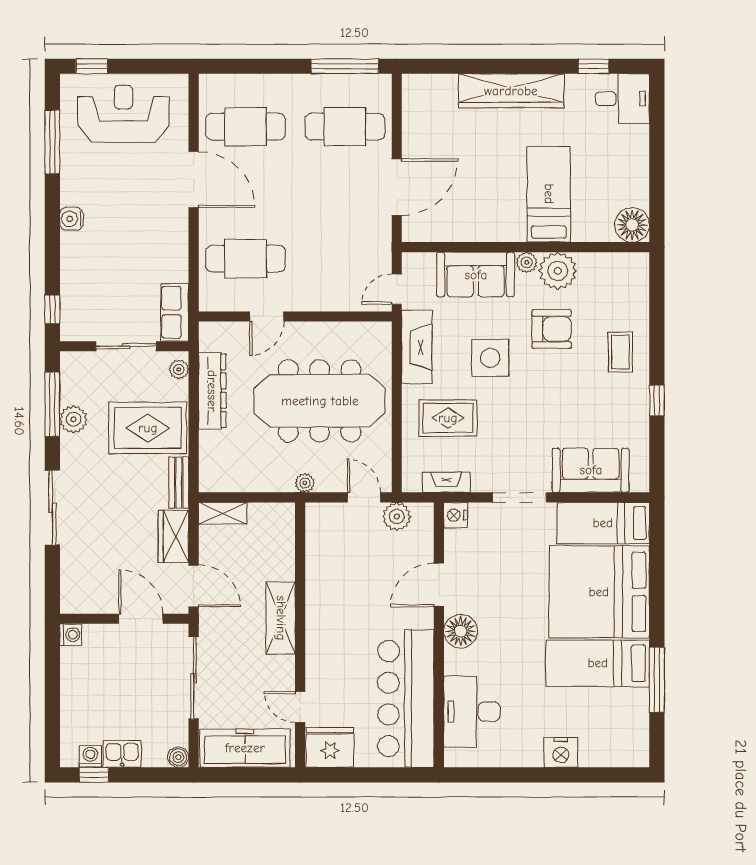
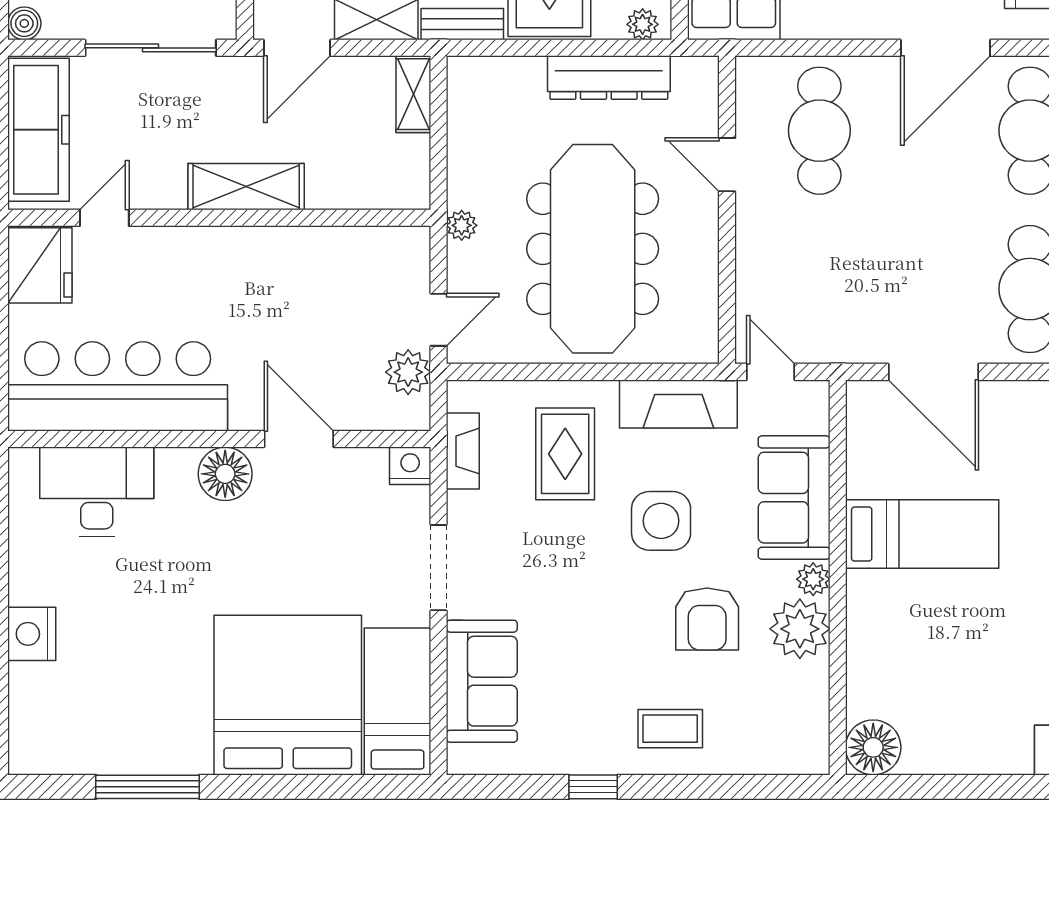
bed: (549, 194) -> (922, 534), moved
bed: (598, 663) -> (174, 693), removed

